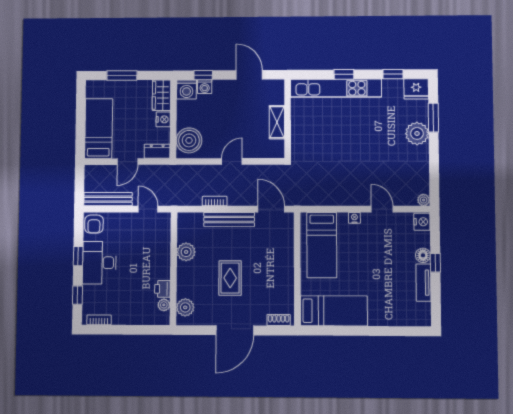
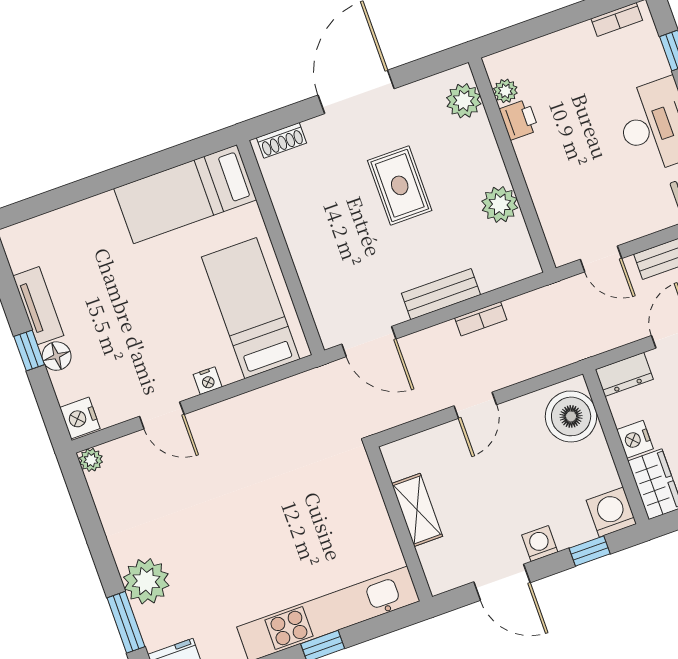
washing machine: (205, 87) -> (540, 544), moved
bench: (229, 219) -> (441, 294), width x0.73

